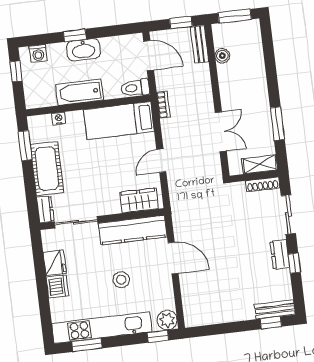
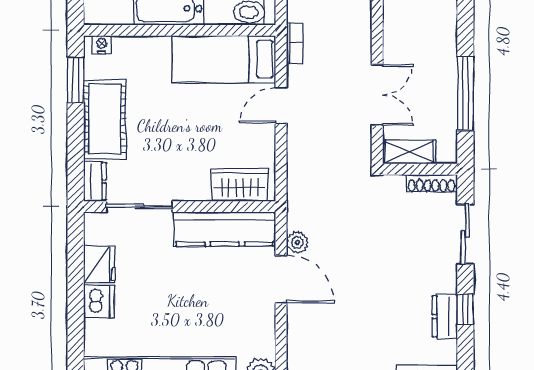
nightstand: (59, 118) -> (102, 45), moved
window: (277, 124) -> (465, 93), width x1.44
door: (161, 161) -> (281, 105), moved
shelving: (260, 164) -> (409, 152), moved
plant: (181, 233) -> (297, 242), added
dresser: (280, 254) -> (445, 316), moved
stool: (121, 280) -> (198, 303), removed

